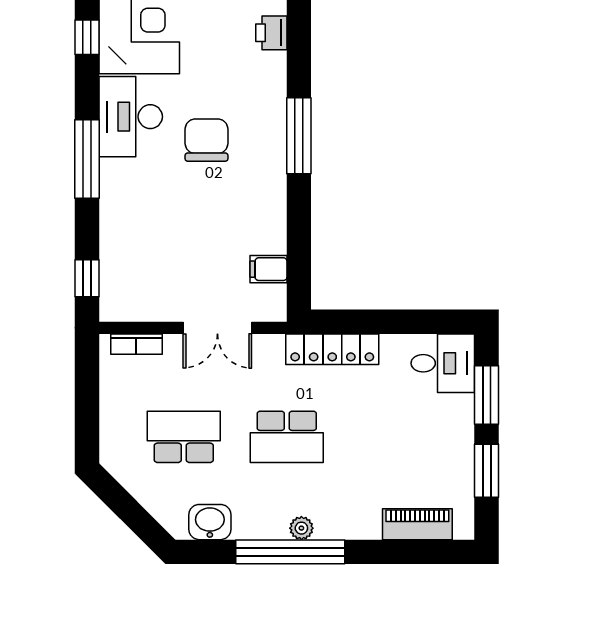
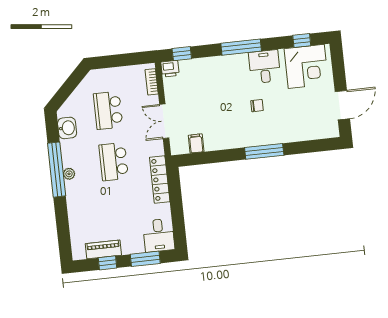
printer: (271, 33) -> (170, 69), moved, turned 180
desk: (131, 117) -> (265, 67), width x0.73
chair: (207, 140) -> (257, 106), width x0.54, depth x0.54
school desk: (184, 437) -> (108, 110), turned 180
window: (487, 471) -> (108, 263), width x0.67
piano: (417, 524) -> (103, 249), moved, turned -90

